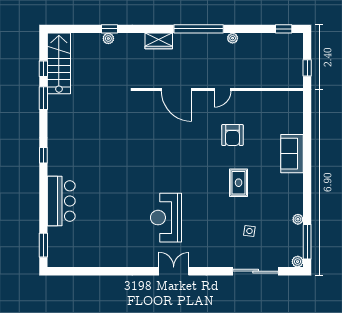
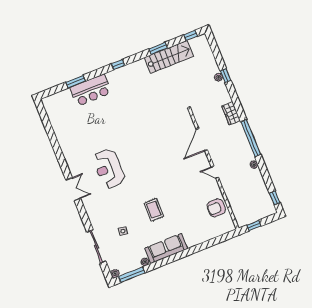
stairs: (59, 63) -> (169, 57), moved
window: (43, 69) -> (191, 35), moved
armchair: (232, 135) -> (216, 208), moved
sofa: (292, 154) -> (166, 248), moved, width x1.36
rug: (239, 183) -> (154, 210), turned 90
reception desk: (166, 218) -> (109, 168), turned -90
window: (43, 245) -> (76, 82), moved

